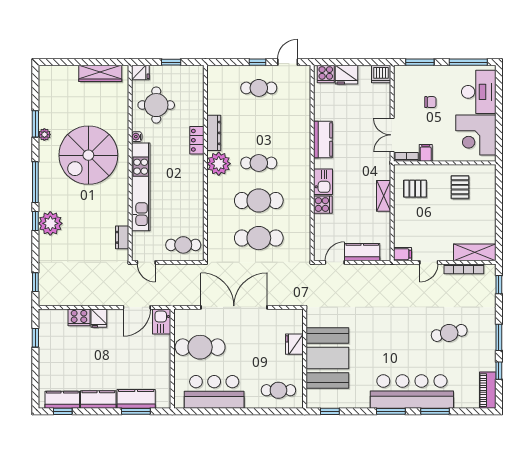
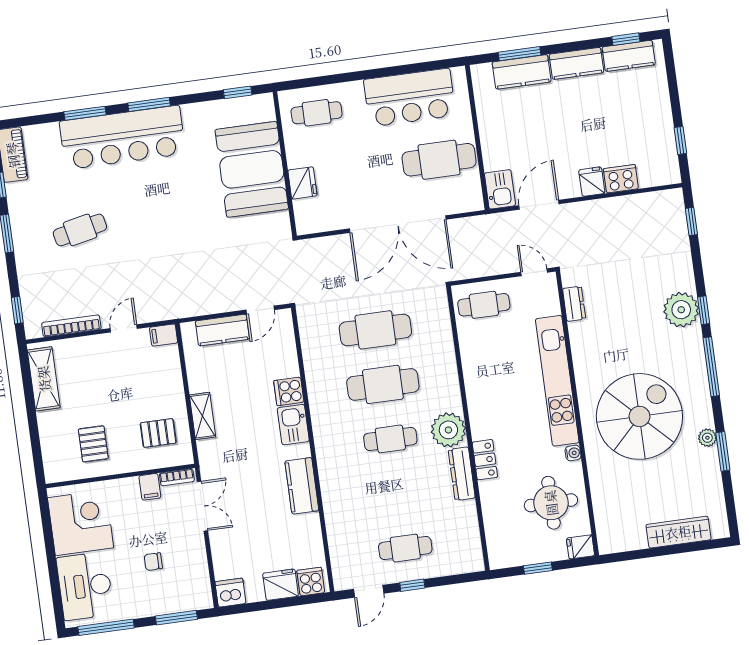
wardrobe: (100, 73) -> (678, 532), moved
shelving: (475, 252) -> (44, 379), moved, turned 90

